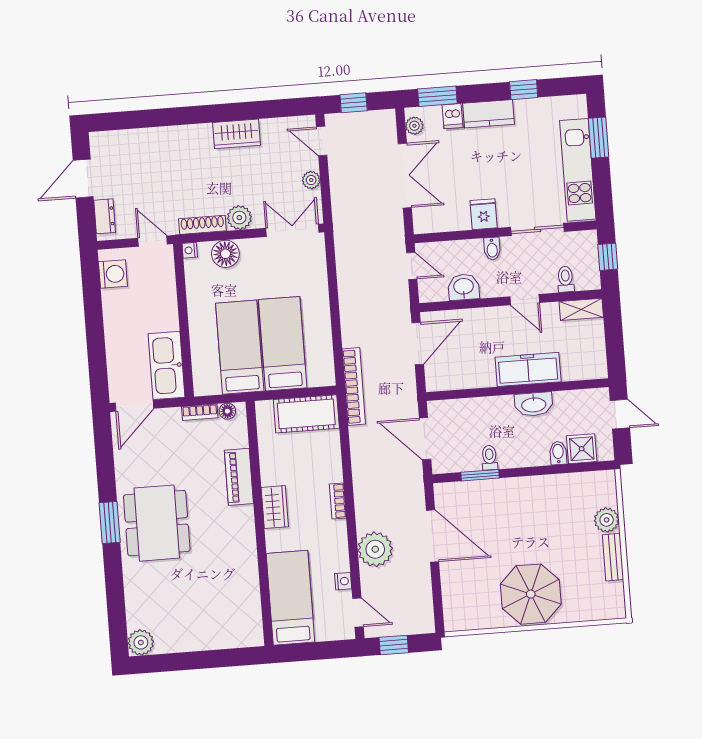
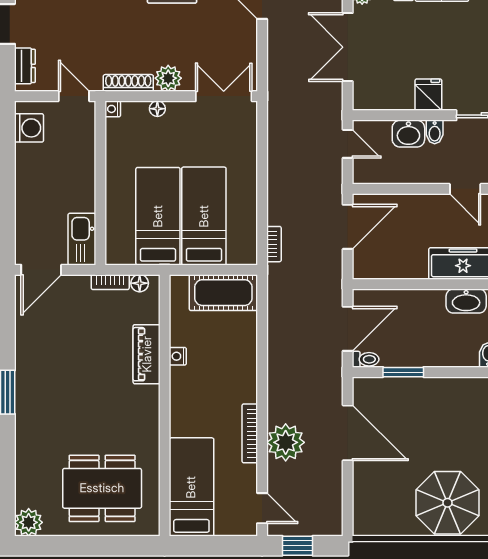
double door: (405, 176) -> (348, 47), swing flipped
plant: (311, 180) -> (248, 44), removed
floor lamp: (225, 254) -> (157, 109), width x0.53, depth x0.53
washbasin: (464, 287) -> (408, 134), moved, turned 180
kitchen sink: (167, 365) -> (82, 239), width x0.73, depth x0.81
bookcase: (354, 387) -> (274, 244), width x0.43, depth x0.76
door: (425, 439) -> (348, 329), swing flipped
toilet: (489, 458) -> (366, 359), moved, turned 90
bookcase: (338, 501) -> (250, 433), moved, width x1.56
wardrobe: (275, 507) -> (182, 389), removed
dining table: (157, 523) -> (102, 488), moved, turned 90
nightstand: (343, 581) -> (178, 356), moved, turned 180

